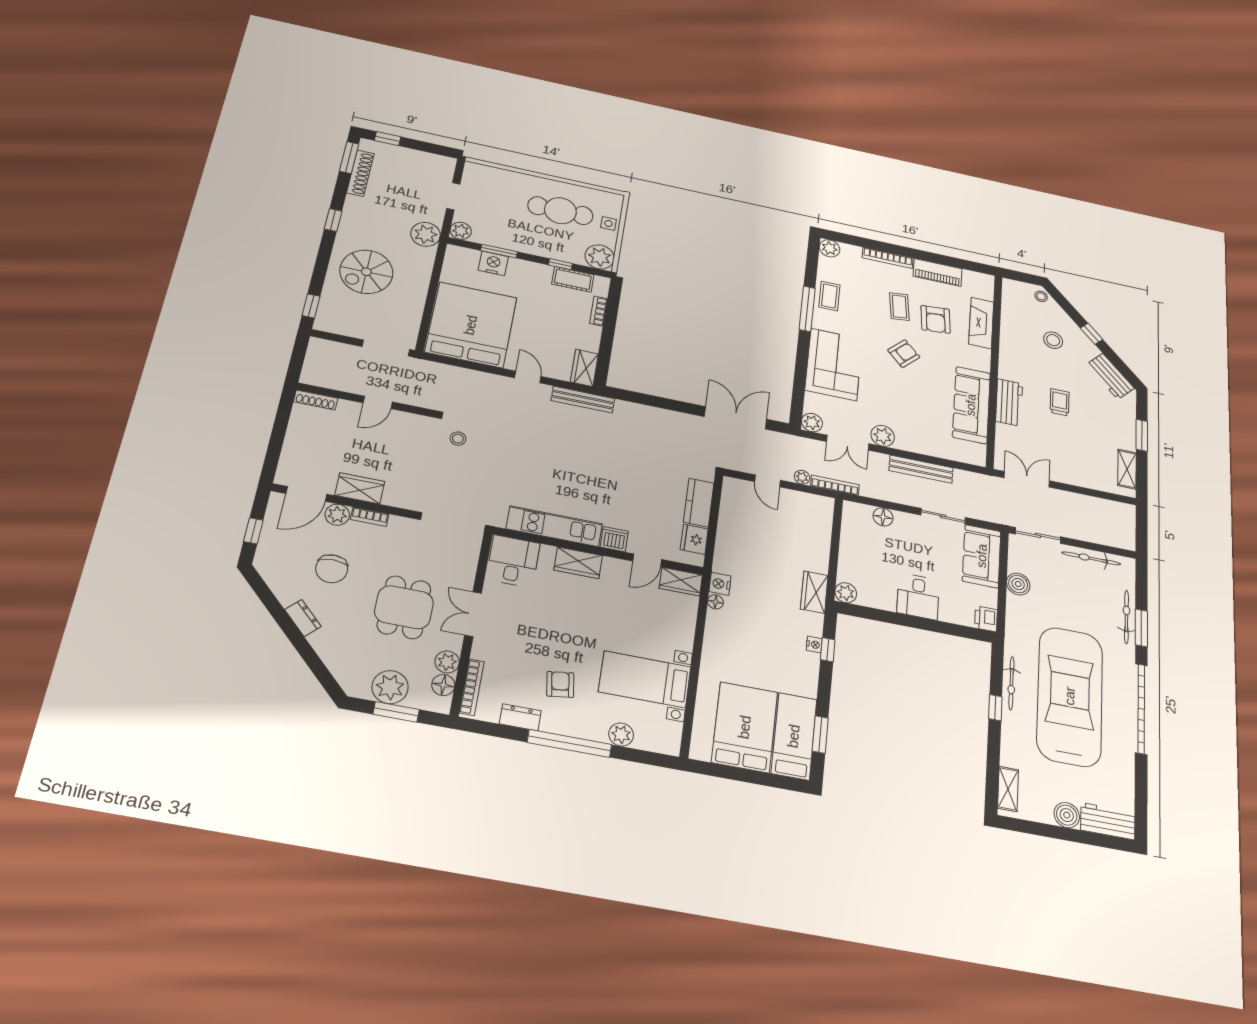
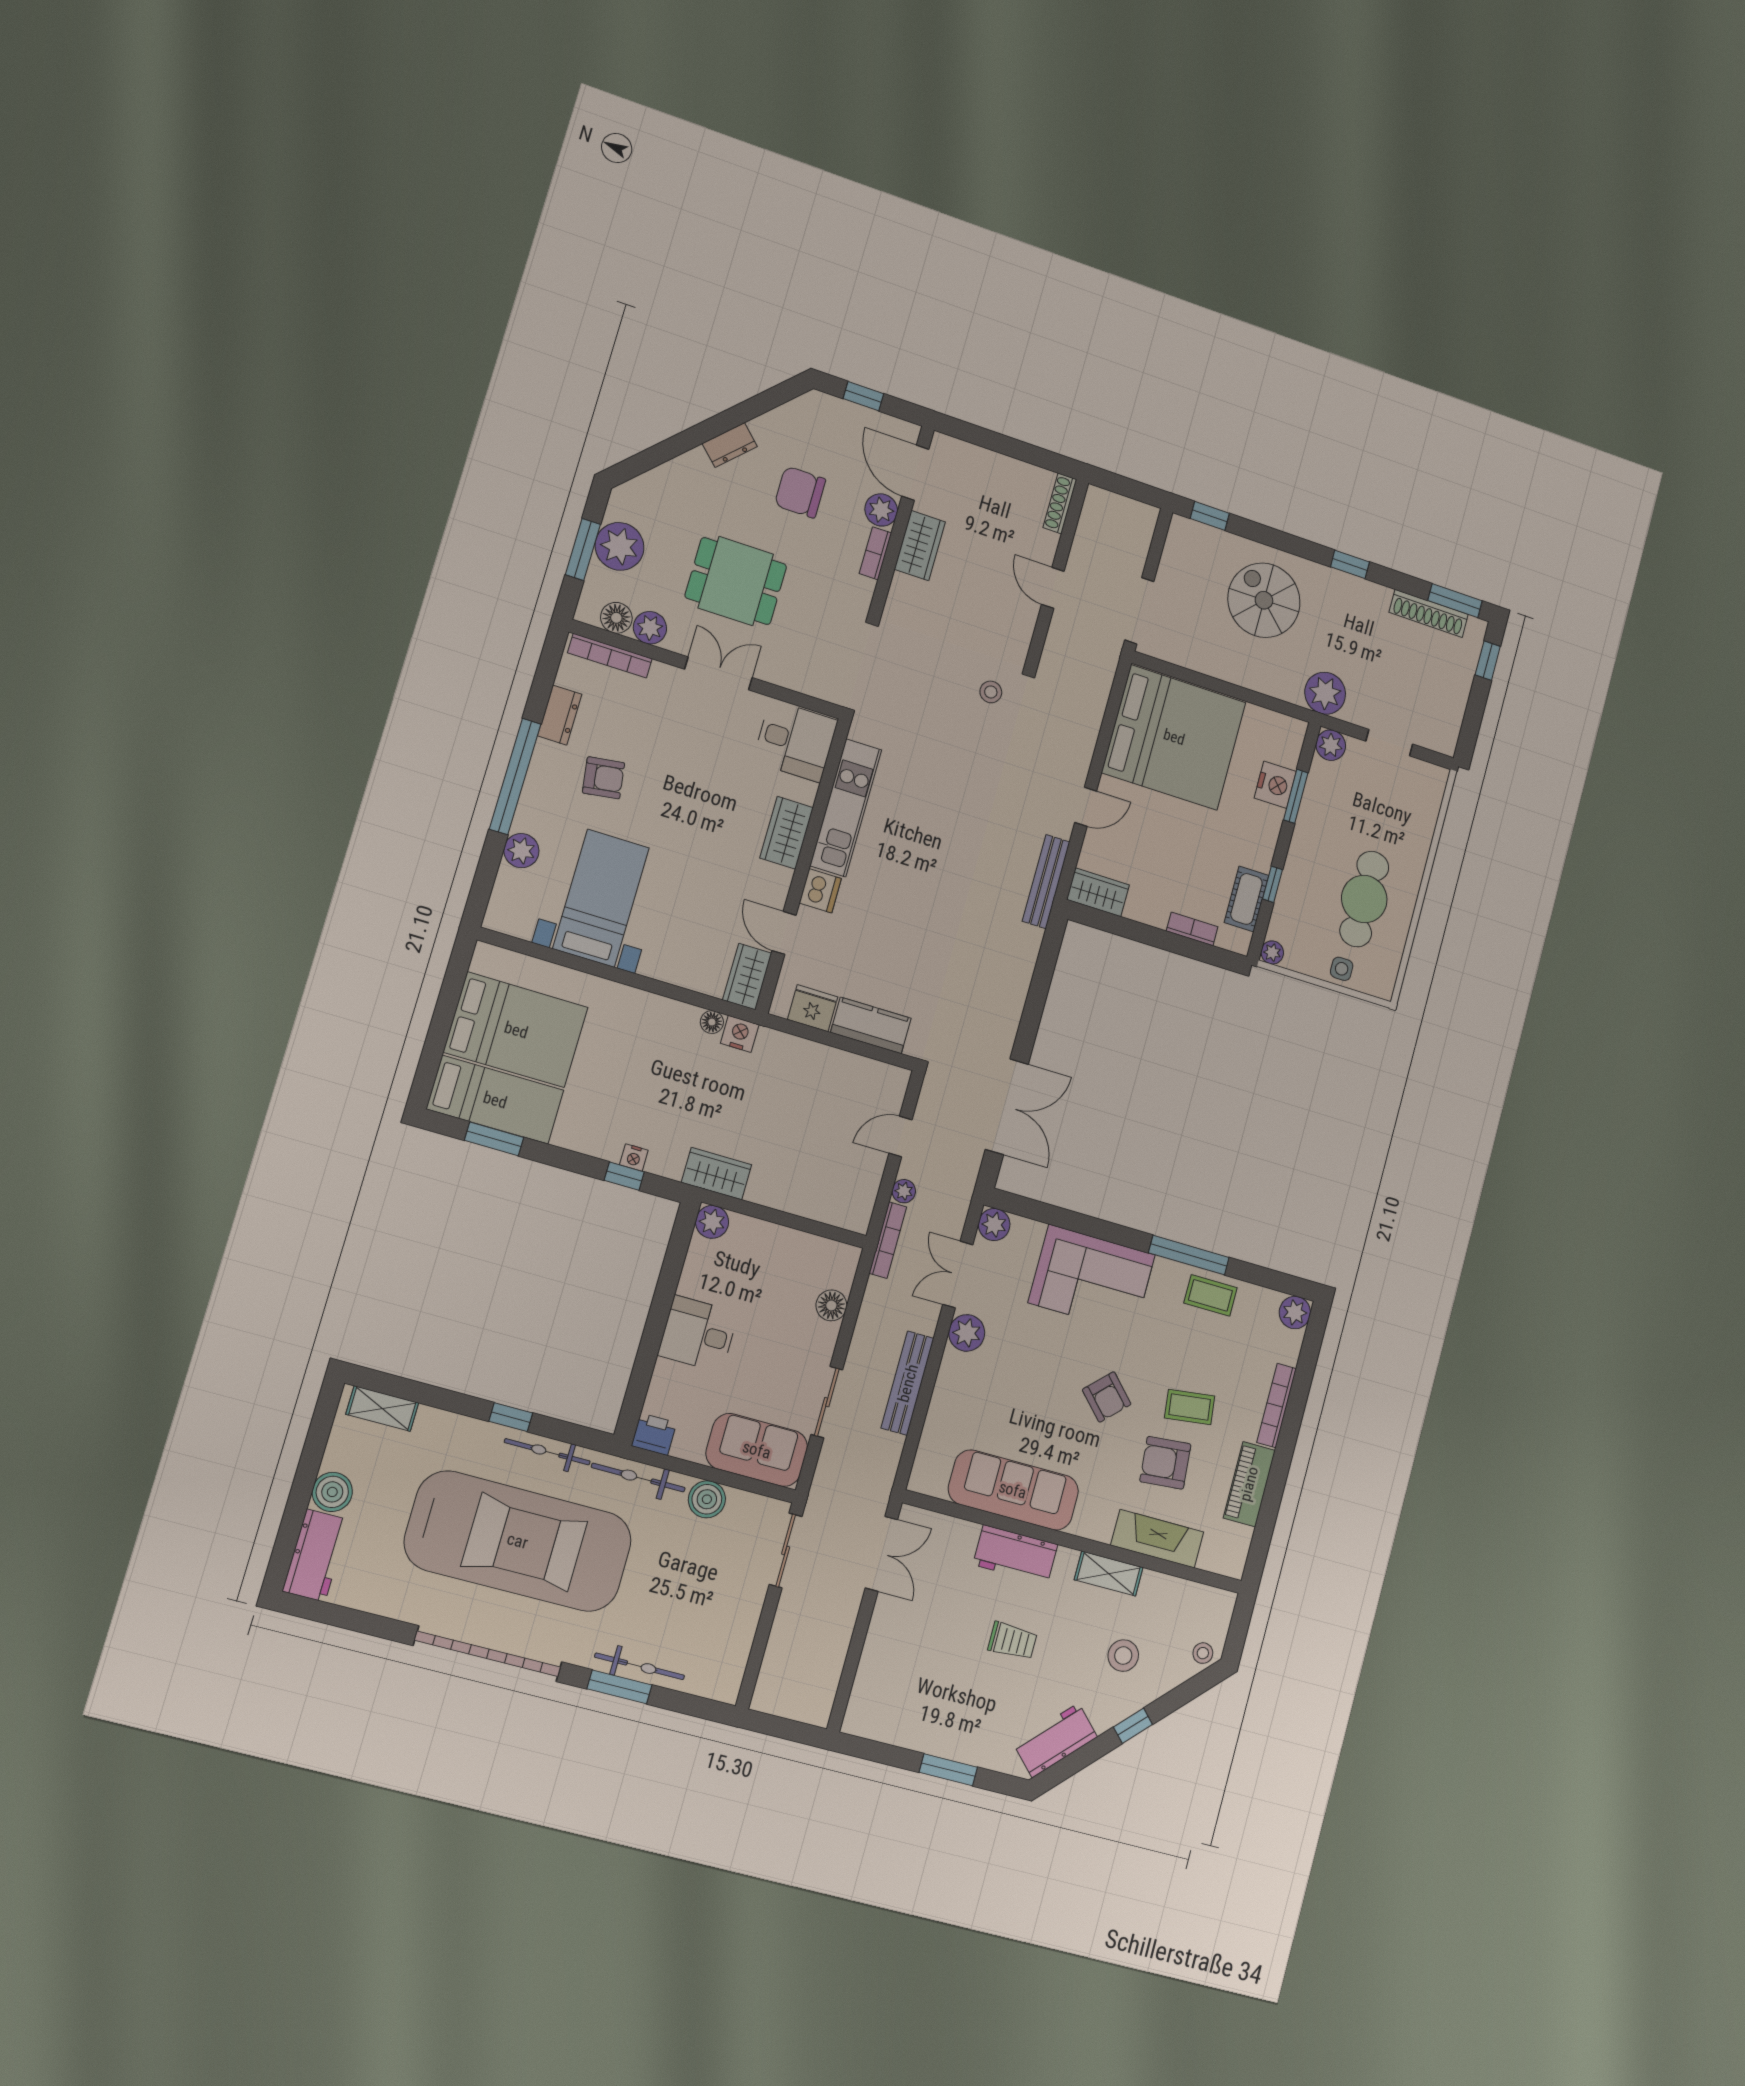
plant: (600, 257) -> (1272, 952), width x0.53, depth x0.53
shelving: (1127, 469) -> (1109, 1574), moved
bicycle: (1091, 558) -> (638, 1478), moved, turned -90

